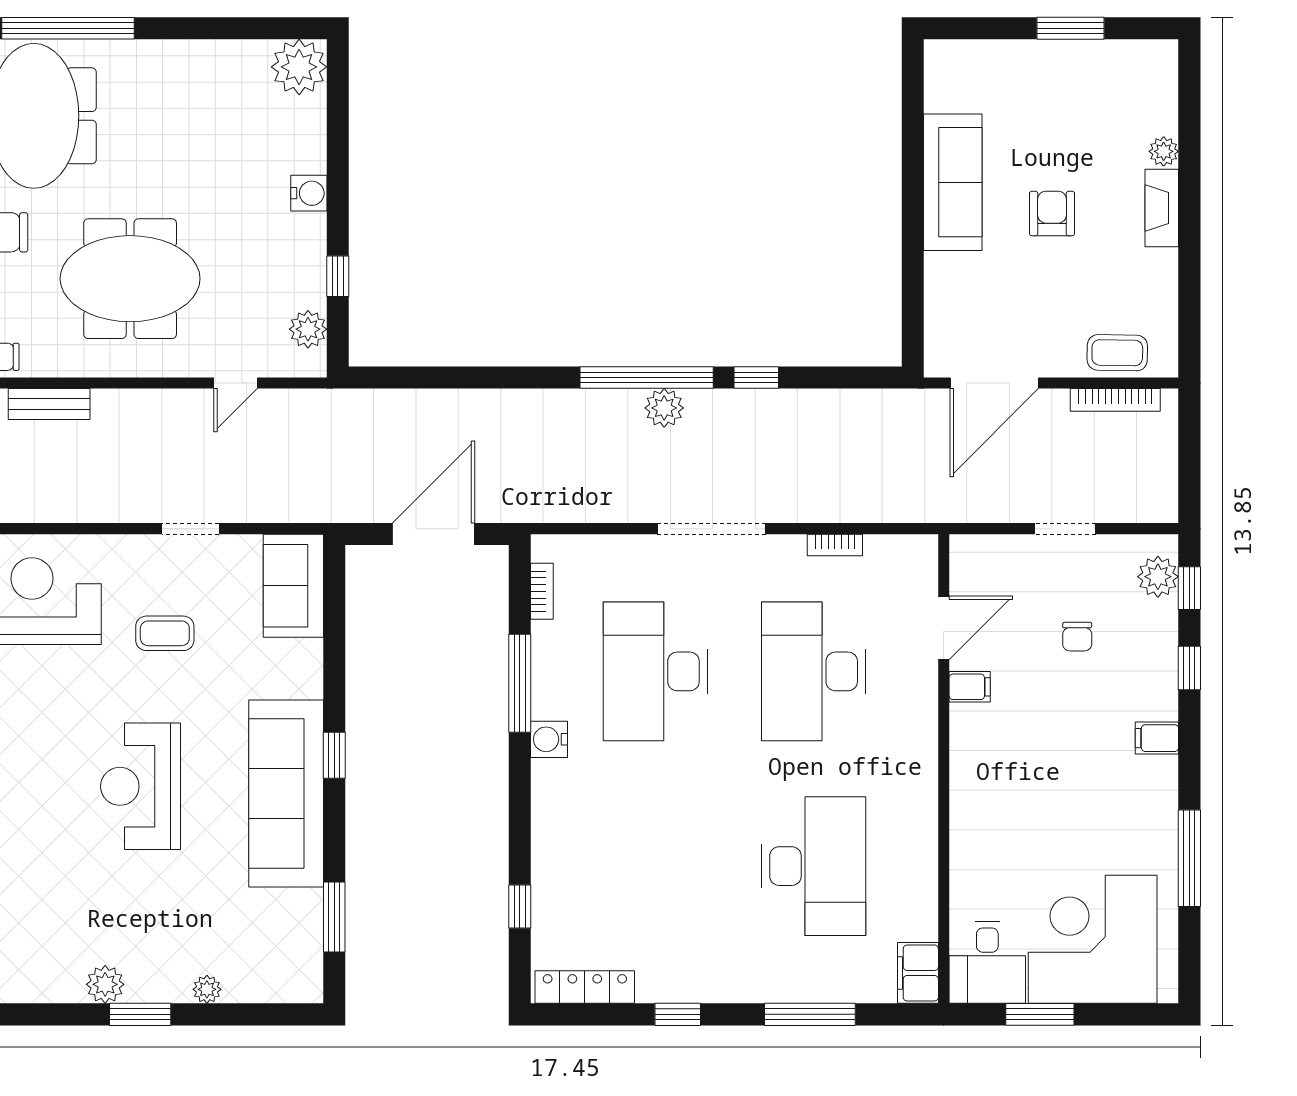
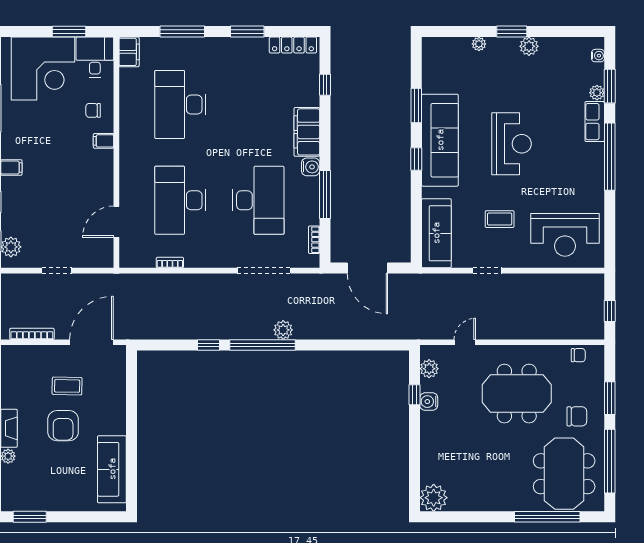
window: (1071, 28) -> (30, 517), moved
sofa: (953, 182) -> (112, 469), moved
water cooler: (309, 193) -> (429, 402), moved
armchair: (1052, 213) -> (63, 426), width x1.38, depth x1.38
coffee table: (1117, 353) -> (67, 386), moved
bench: (49, 404) -> (557, 332), removed
plant: (664, 408) -> (283, 330), moved
doorway: (711, 529) -> (264, 271), moved
door: (433, 534) -> (367, 268), hinge flipped
sofa: (293, 586) -> (436, 233), width x1.36
chair: (1077, 637) -> (93, 110), moved, turned -90
desk: (814, 671) -> (180, 200), turned 180
filing cabinet: (970, 687) -> (104, 141), moved
filing cabinet: (557, 810) -> (307, 132), added
window: (334, 917) -> (416, 106), moved
window: (678, 1014) -> (247, 32), width x1.50

